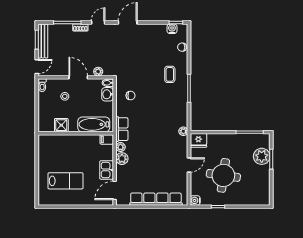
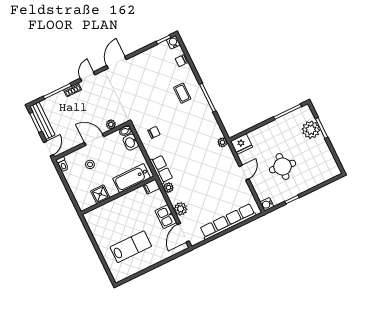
water cooler: (172, 29) -> (173, 42), moved
plant: (122, 159) -> (181, 209), moved
round table: (223, 175) -> (282, 167), width x0.73, depth x0.73

